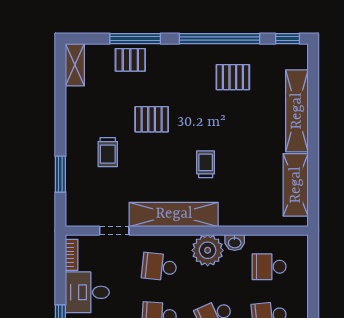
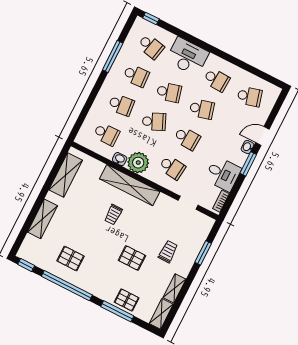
shelving: (74, 108) -> (175, 288), added
shelving: (297, 111) -> (42, 219), width x0.68
shelving: (174, 214) -> (130, 185), moved

